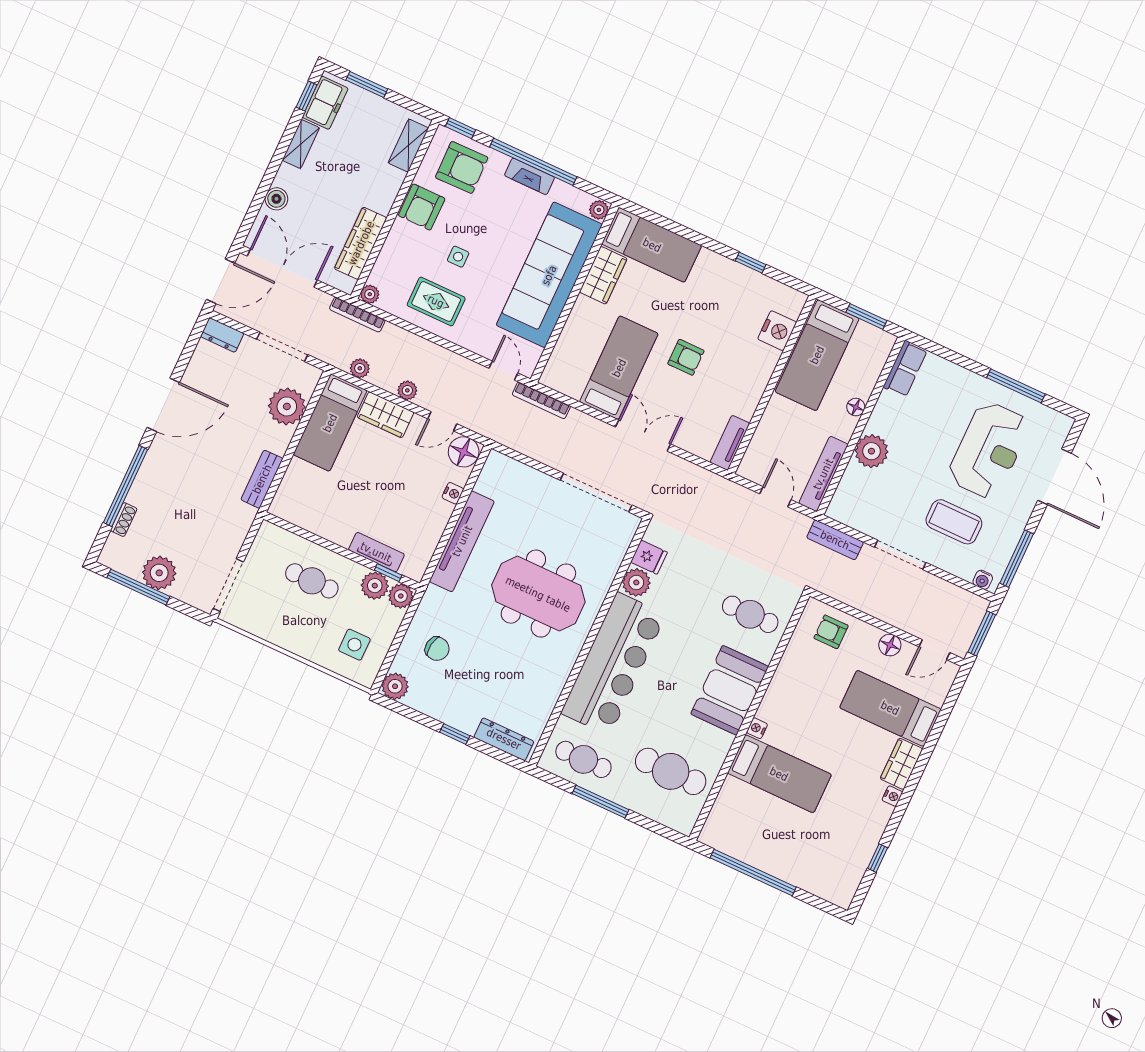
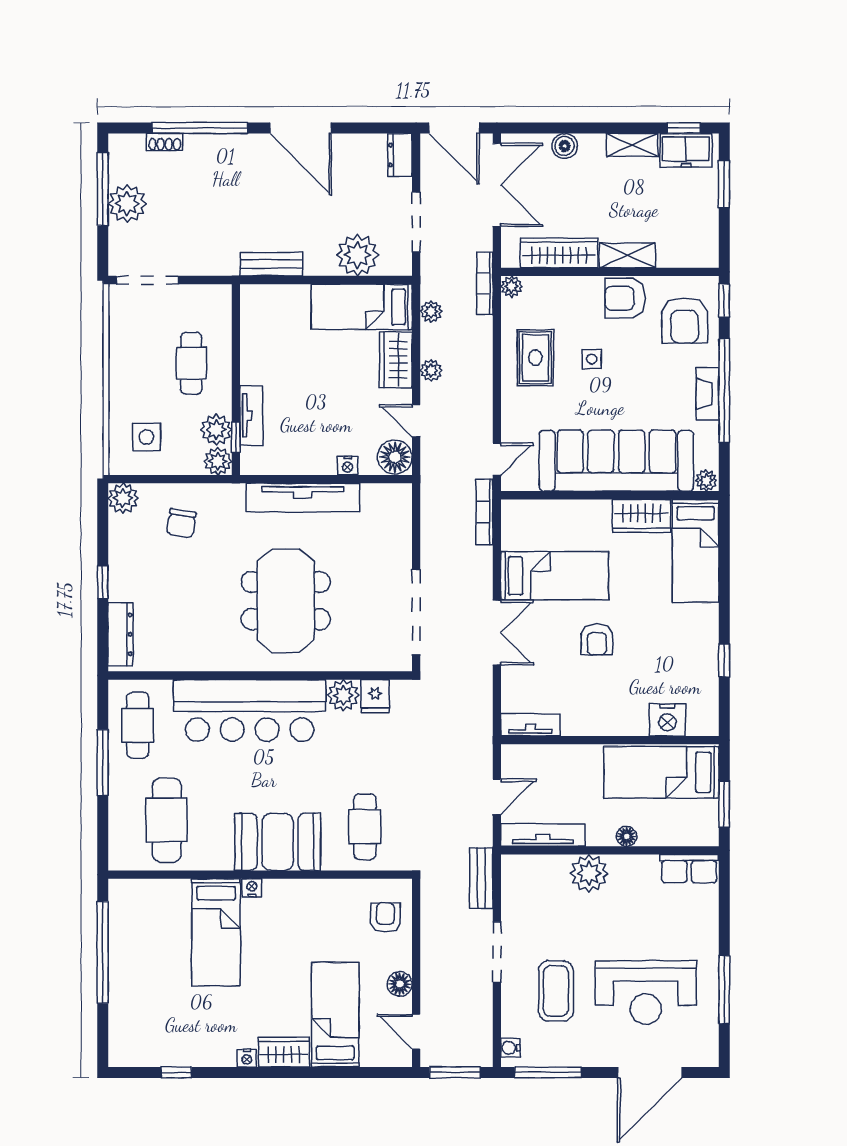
shelving: (408, 145) -> (628, 255), moved

